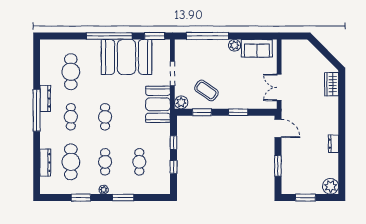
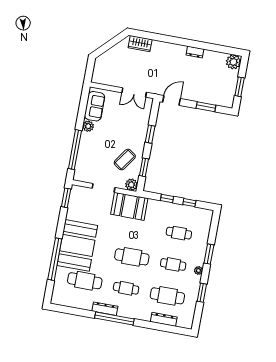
window: (109, 36) -> (55, 259), moved
booth: (127, 57) -> (77, 245), moved
cafe table: (105, 117) -> (132, 257), width x1.37, depth x1.35

